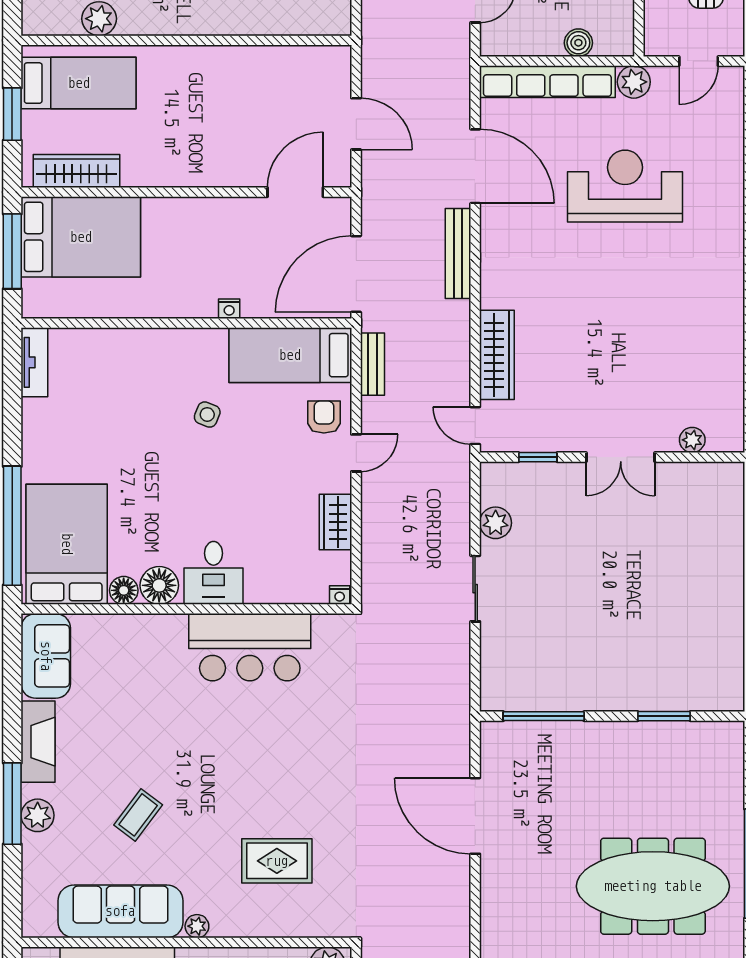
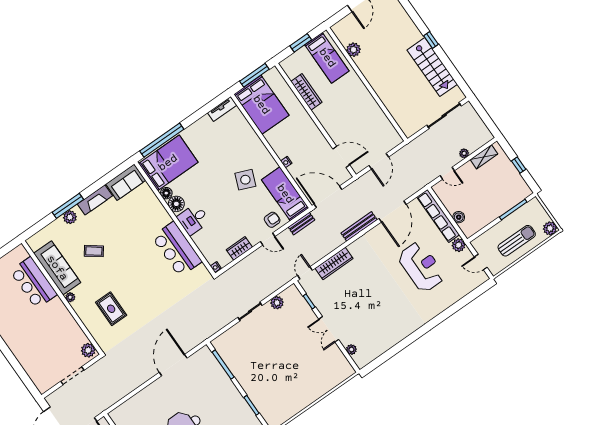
wardrobe: (77, 171) -> (306, 92), moved
bed: (81, 237) -> (261, 105), moved
side table: (207, 415) -> (245, 180), width x1.87, depth x1.87

